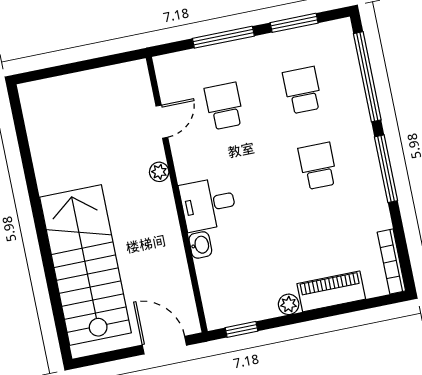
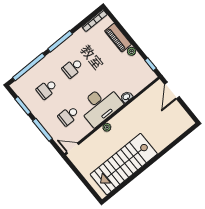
door: (162, 122) -> (73, 148), moved
desk: (208, 204) -> (100, 105), width x1.87, depth x1.30
stairs: (85, 265) -> (124, 164), moved

